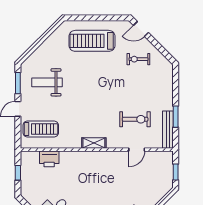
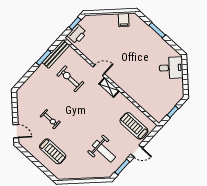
treadmill: (92, 41) -> (53, 151), width x0.73, depth x0.73
exercise bike: (138, 59) -> (50, 119), moved
door: (137, 150) -> (99, 70), moved
printer: (49, 159) -> (77, 34), moved, turned 90

